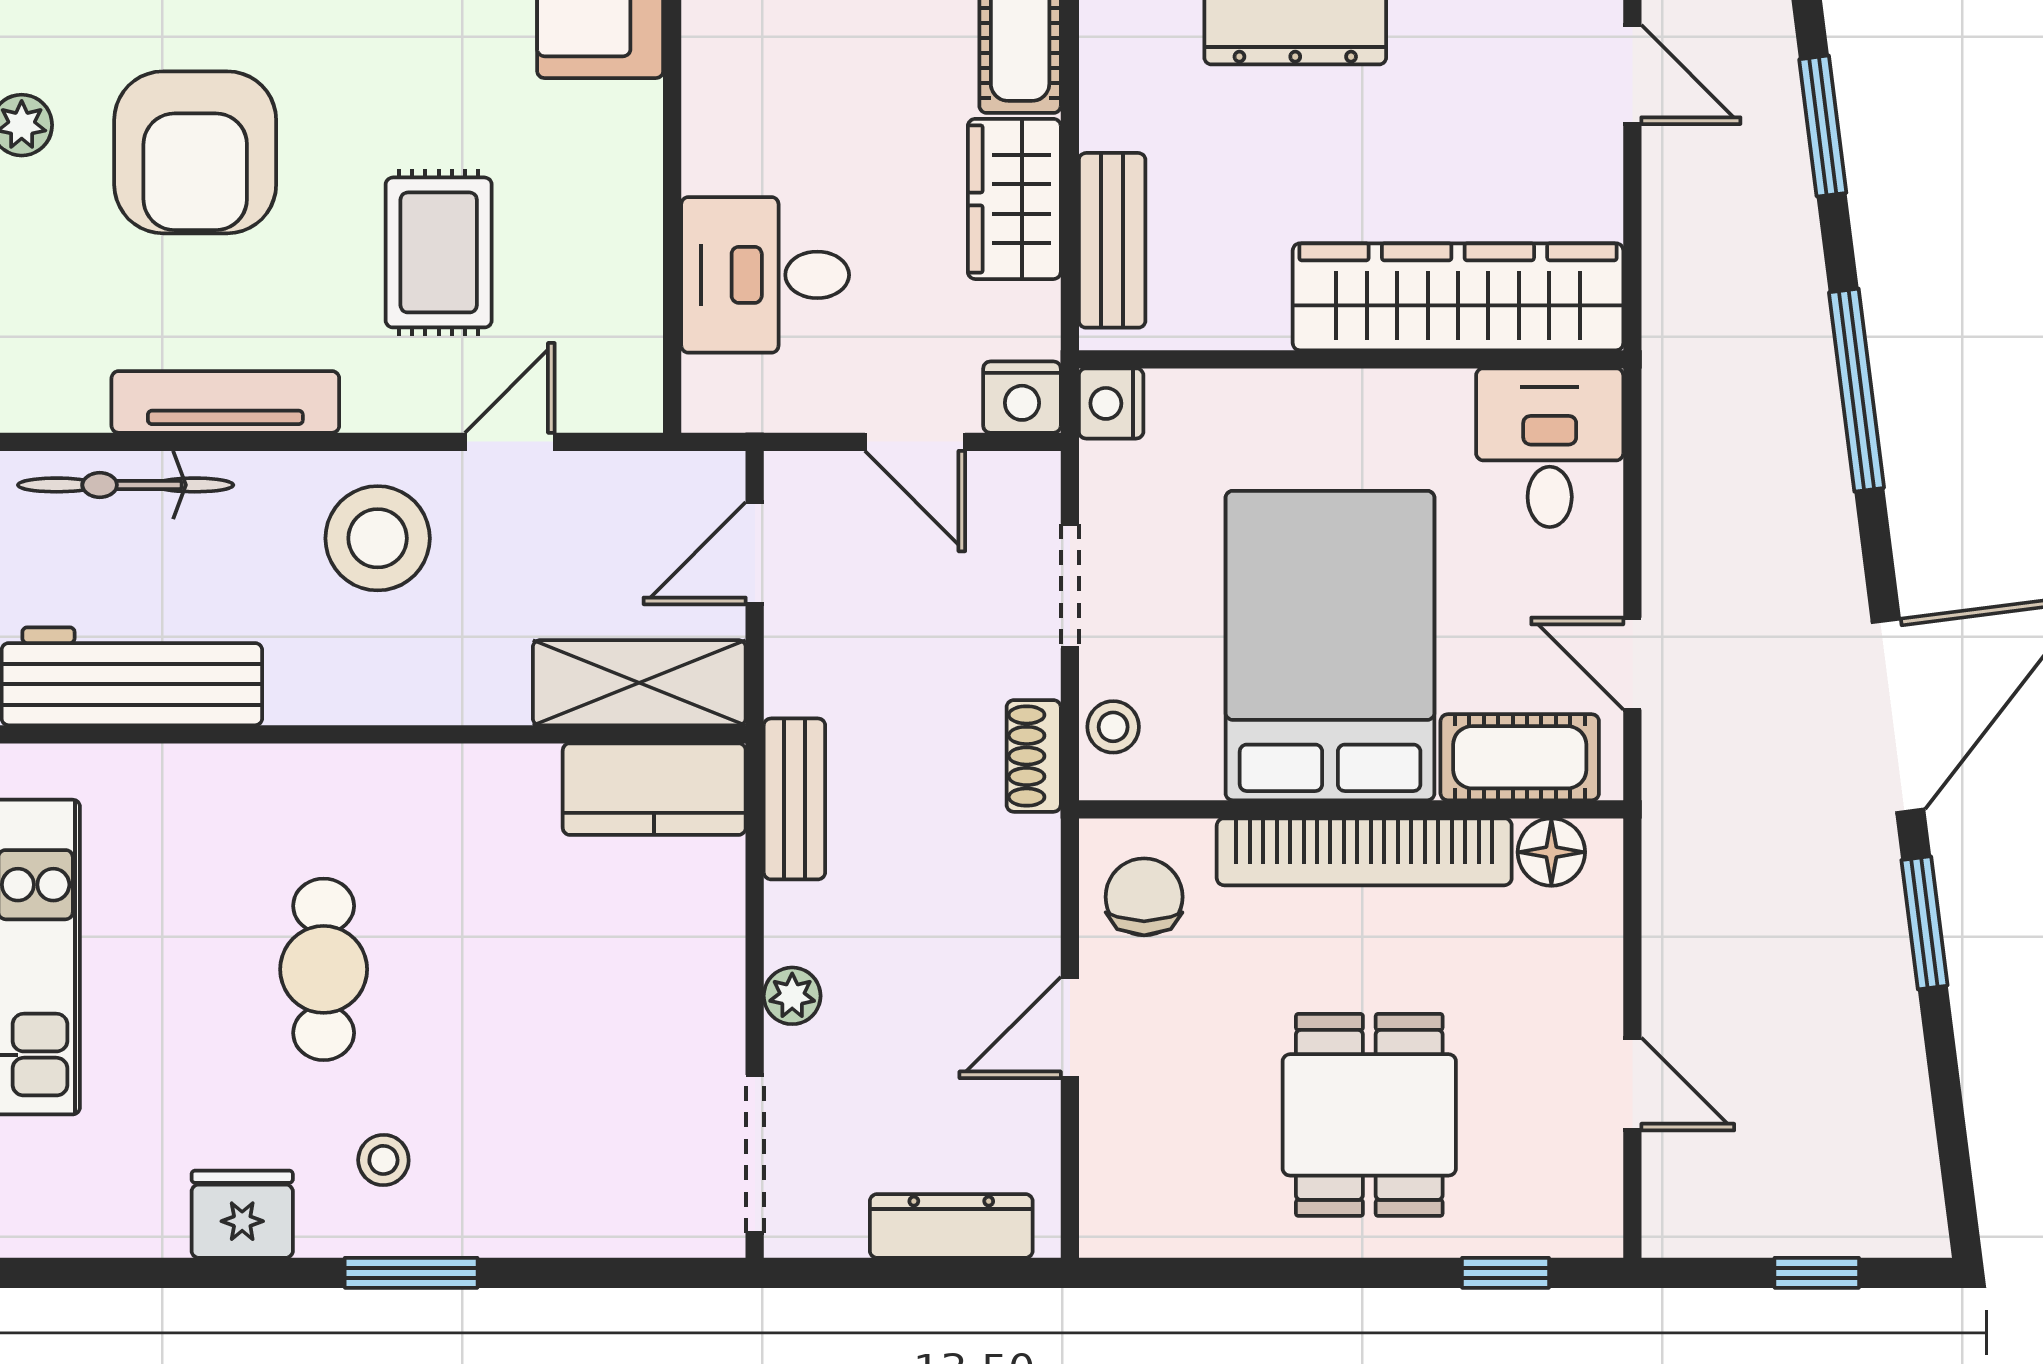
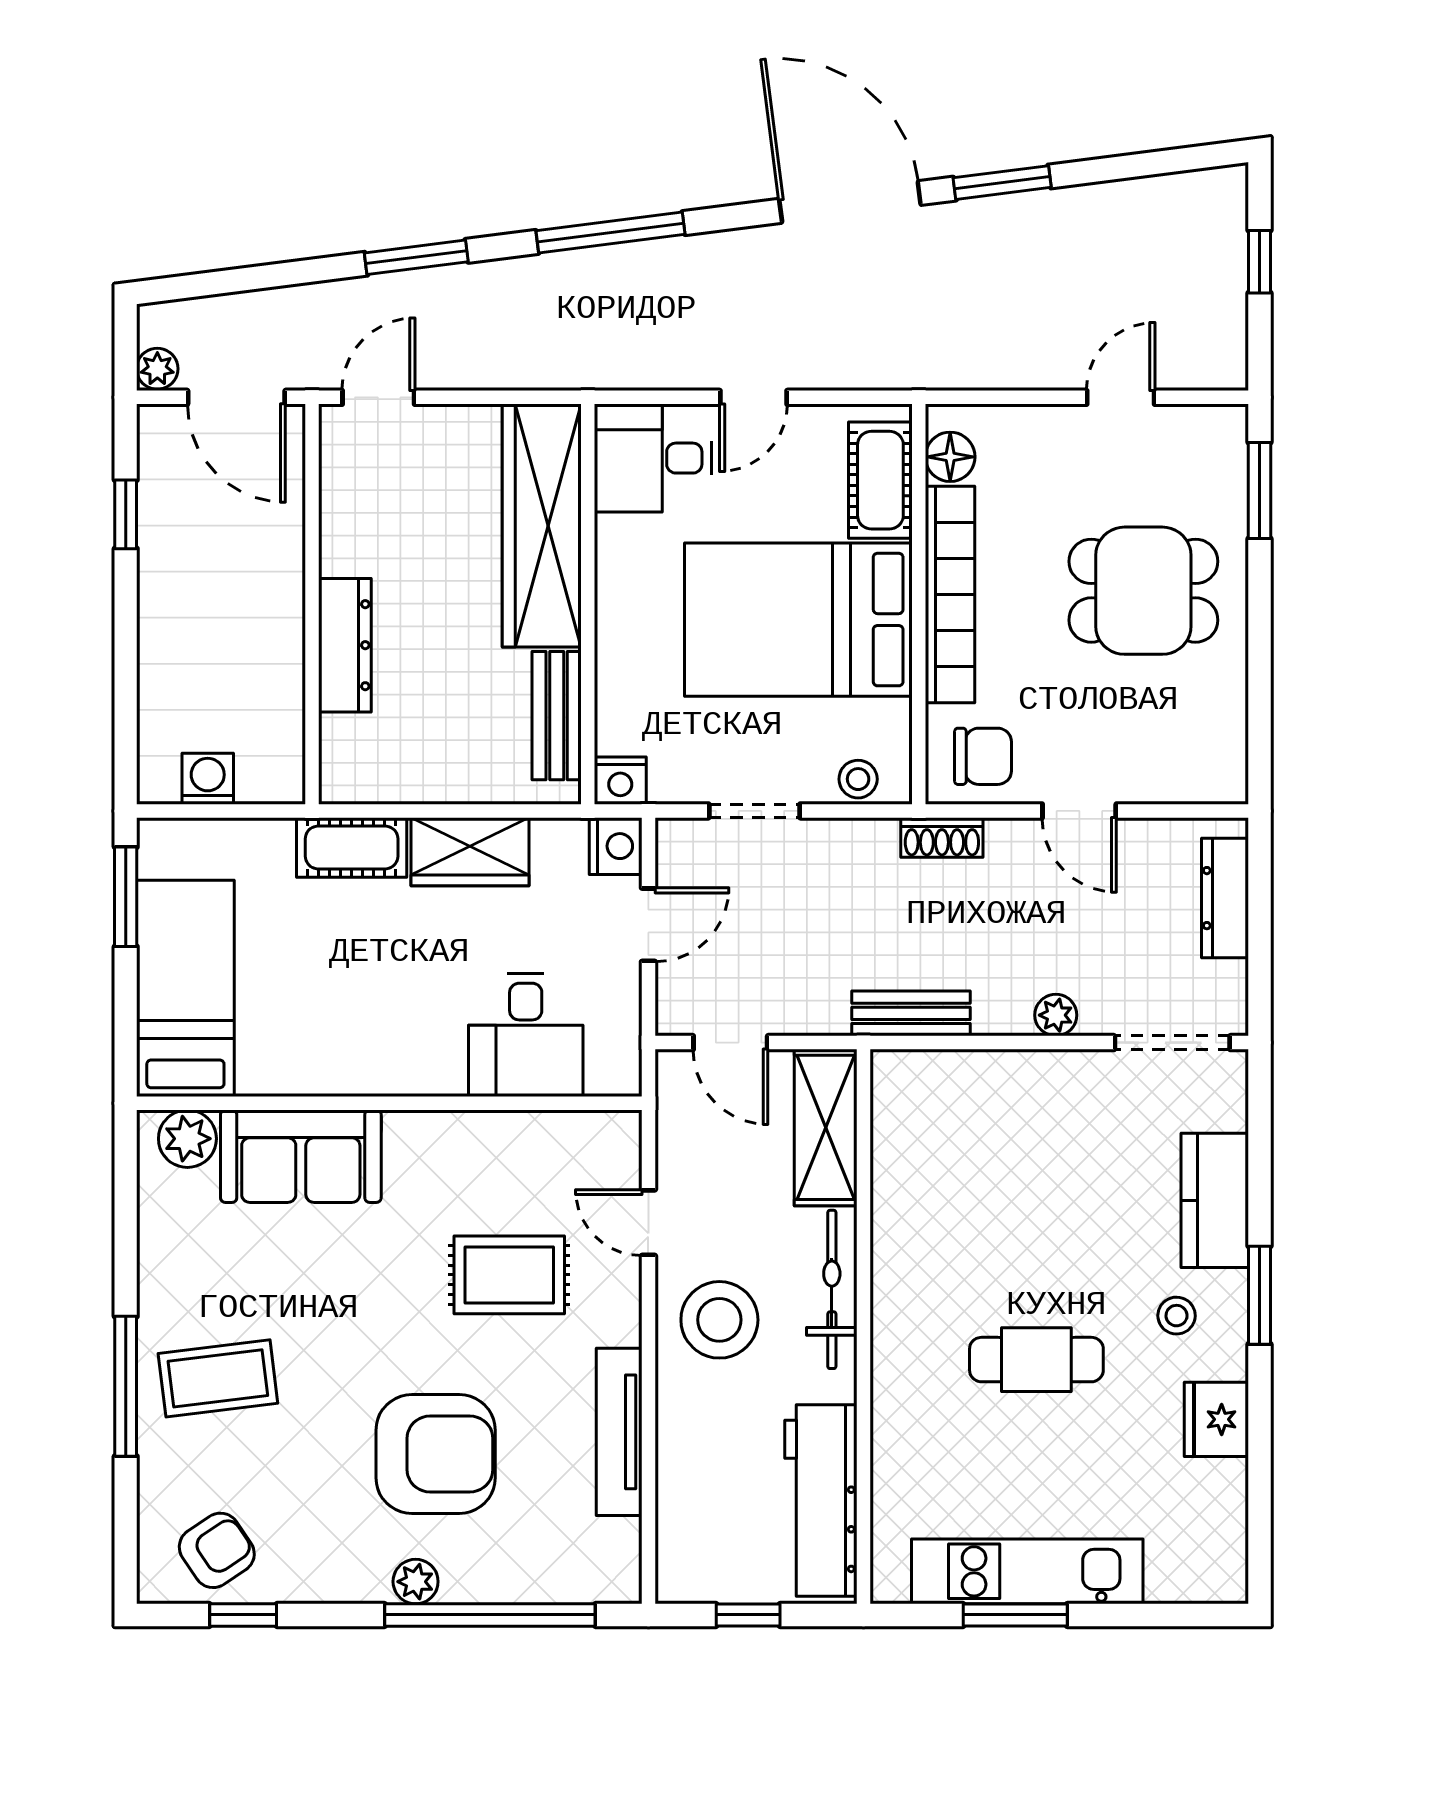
bench: (1112, 240) -> (557, 716), moved, turned 90
bicycle: (126, 485) -> (832, 1289), moved, turned 180
door: (1632, 664) -> (753, 397), moved
shoe rack: (1034, 756) -> (942, 837), moved
kitchen counter: (654, 789) -> (1215, 1200), moved, turned 180
chair: (1144, 897) -> (983, 756), turned 180
window: (1506, 1273) -> (1260, 491), width x1.50

